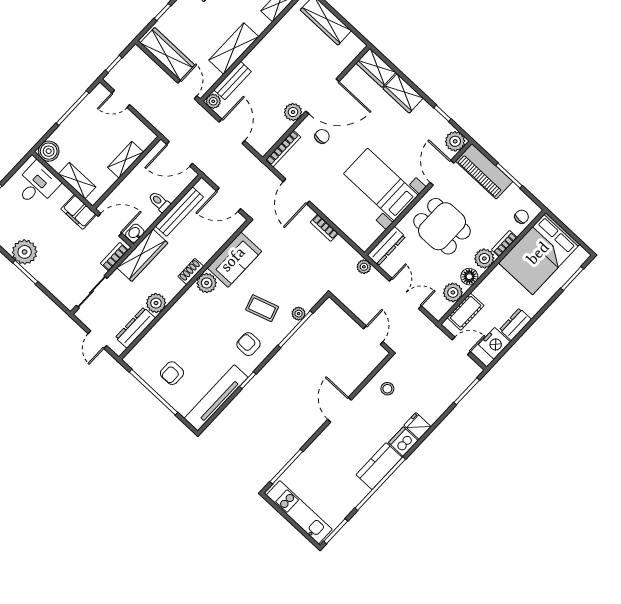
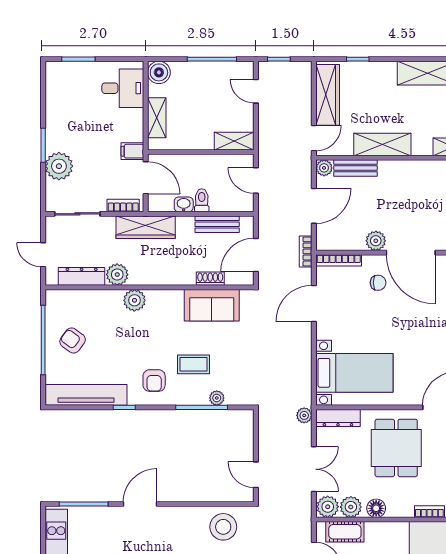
door: (180, 154) -> (256, 180), width x0.73
shelving: (125, 160) -> (234, 141), moved
bed with nightstands: (381, 185) -> (354, 373), moved, turned 90
door: (229, 200) -> (256, 255), hinge flipped
filing cabinet: (79, 212) -> (132, 151), width x0.50
bench: (180, 212) -> (217, 224), width x0.73
bookcase: (324, 228) -> (306, 251), moved
washbasin: (135, 233) -> (184, 204), moved
plant: (25, 252) -> (59, 166), moved
plant: (484, 259) -> (328, 507), moved
shoe rack: (191, 271) -> (210, 279), moved
plant: (207, 283) -> (134, 300), moved
coffee table: (262, 308) -> (193, 364), turned -72
door: (373, 335) -> (256, 475), swing flipped
door: (97, 340) -> (43, 255), hinge flipped
armchair: (248, 344) -> (154, 381), turned 180
armchair: (172, 373) -> (73, 341), turned 36
stool: (387, 389) -> (223, 527), width x1.89, depth x1.89
door: (340, 410) -> (140, 504), moved

